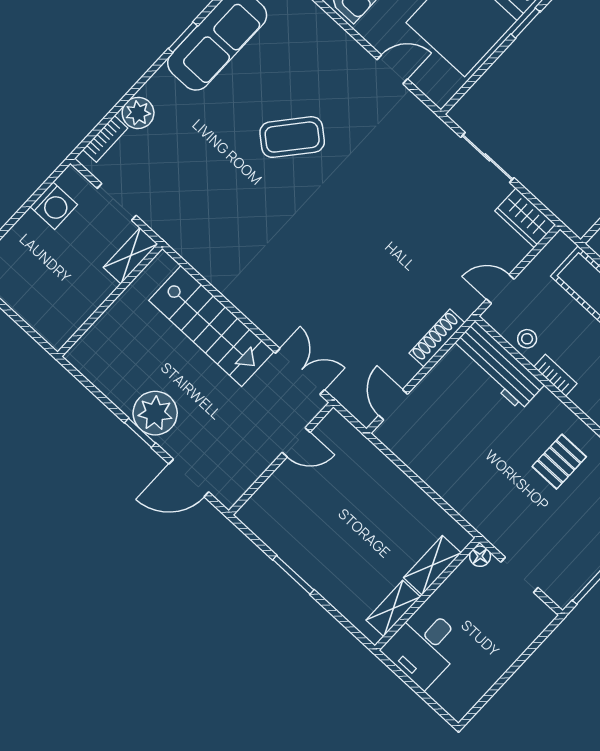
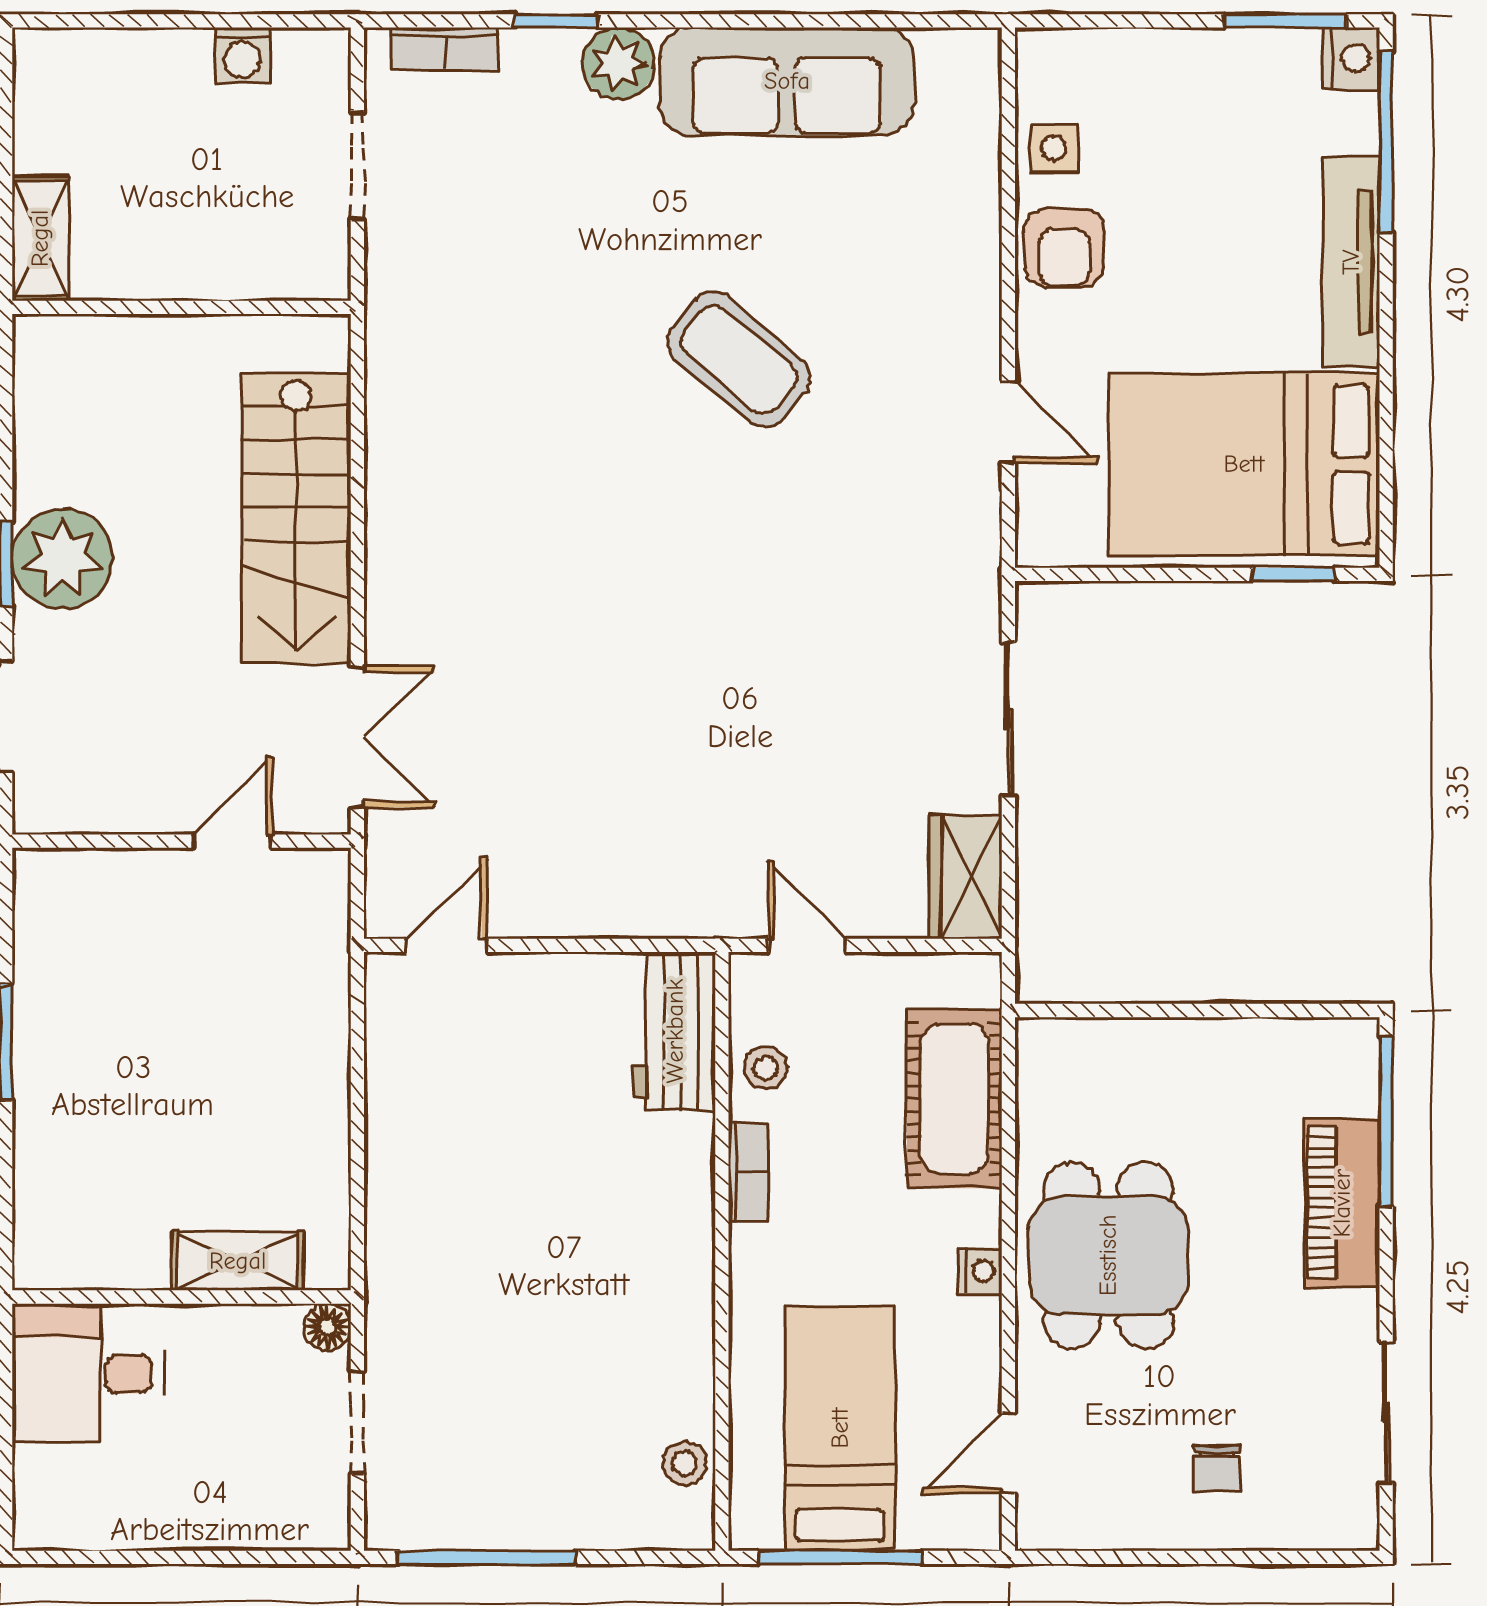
window: (183, 37) -> (557, 21), moved
plant: (138, 113) -> (618, 63), moved
washing machine: (54, 206) -> (243, 55), width x0.73, depth x0.73
shelving: (131, 256) -> (40, 238), moved, turned 90
shoe rack: (437, 338) -> (627, 915), removed
workbench: (498, 366) -> (675, 1031), width x0.73
door: (296, 442) -> (233, 841), swing flipped
pallet: (559, 462) -> (609, 1313), removed
shelving: (393, 608) -> (105, 1263), removed

